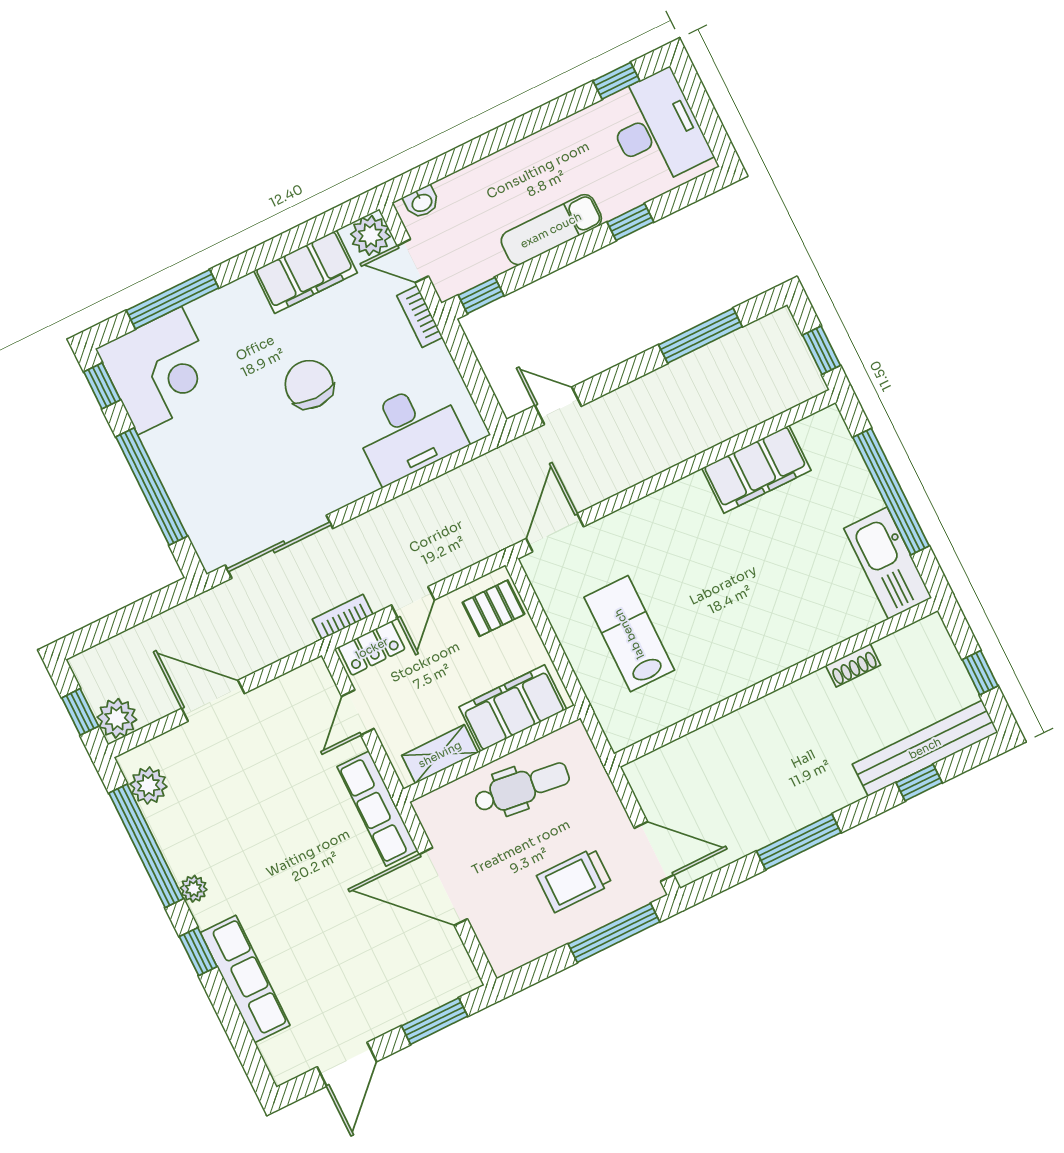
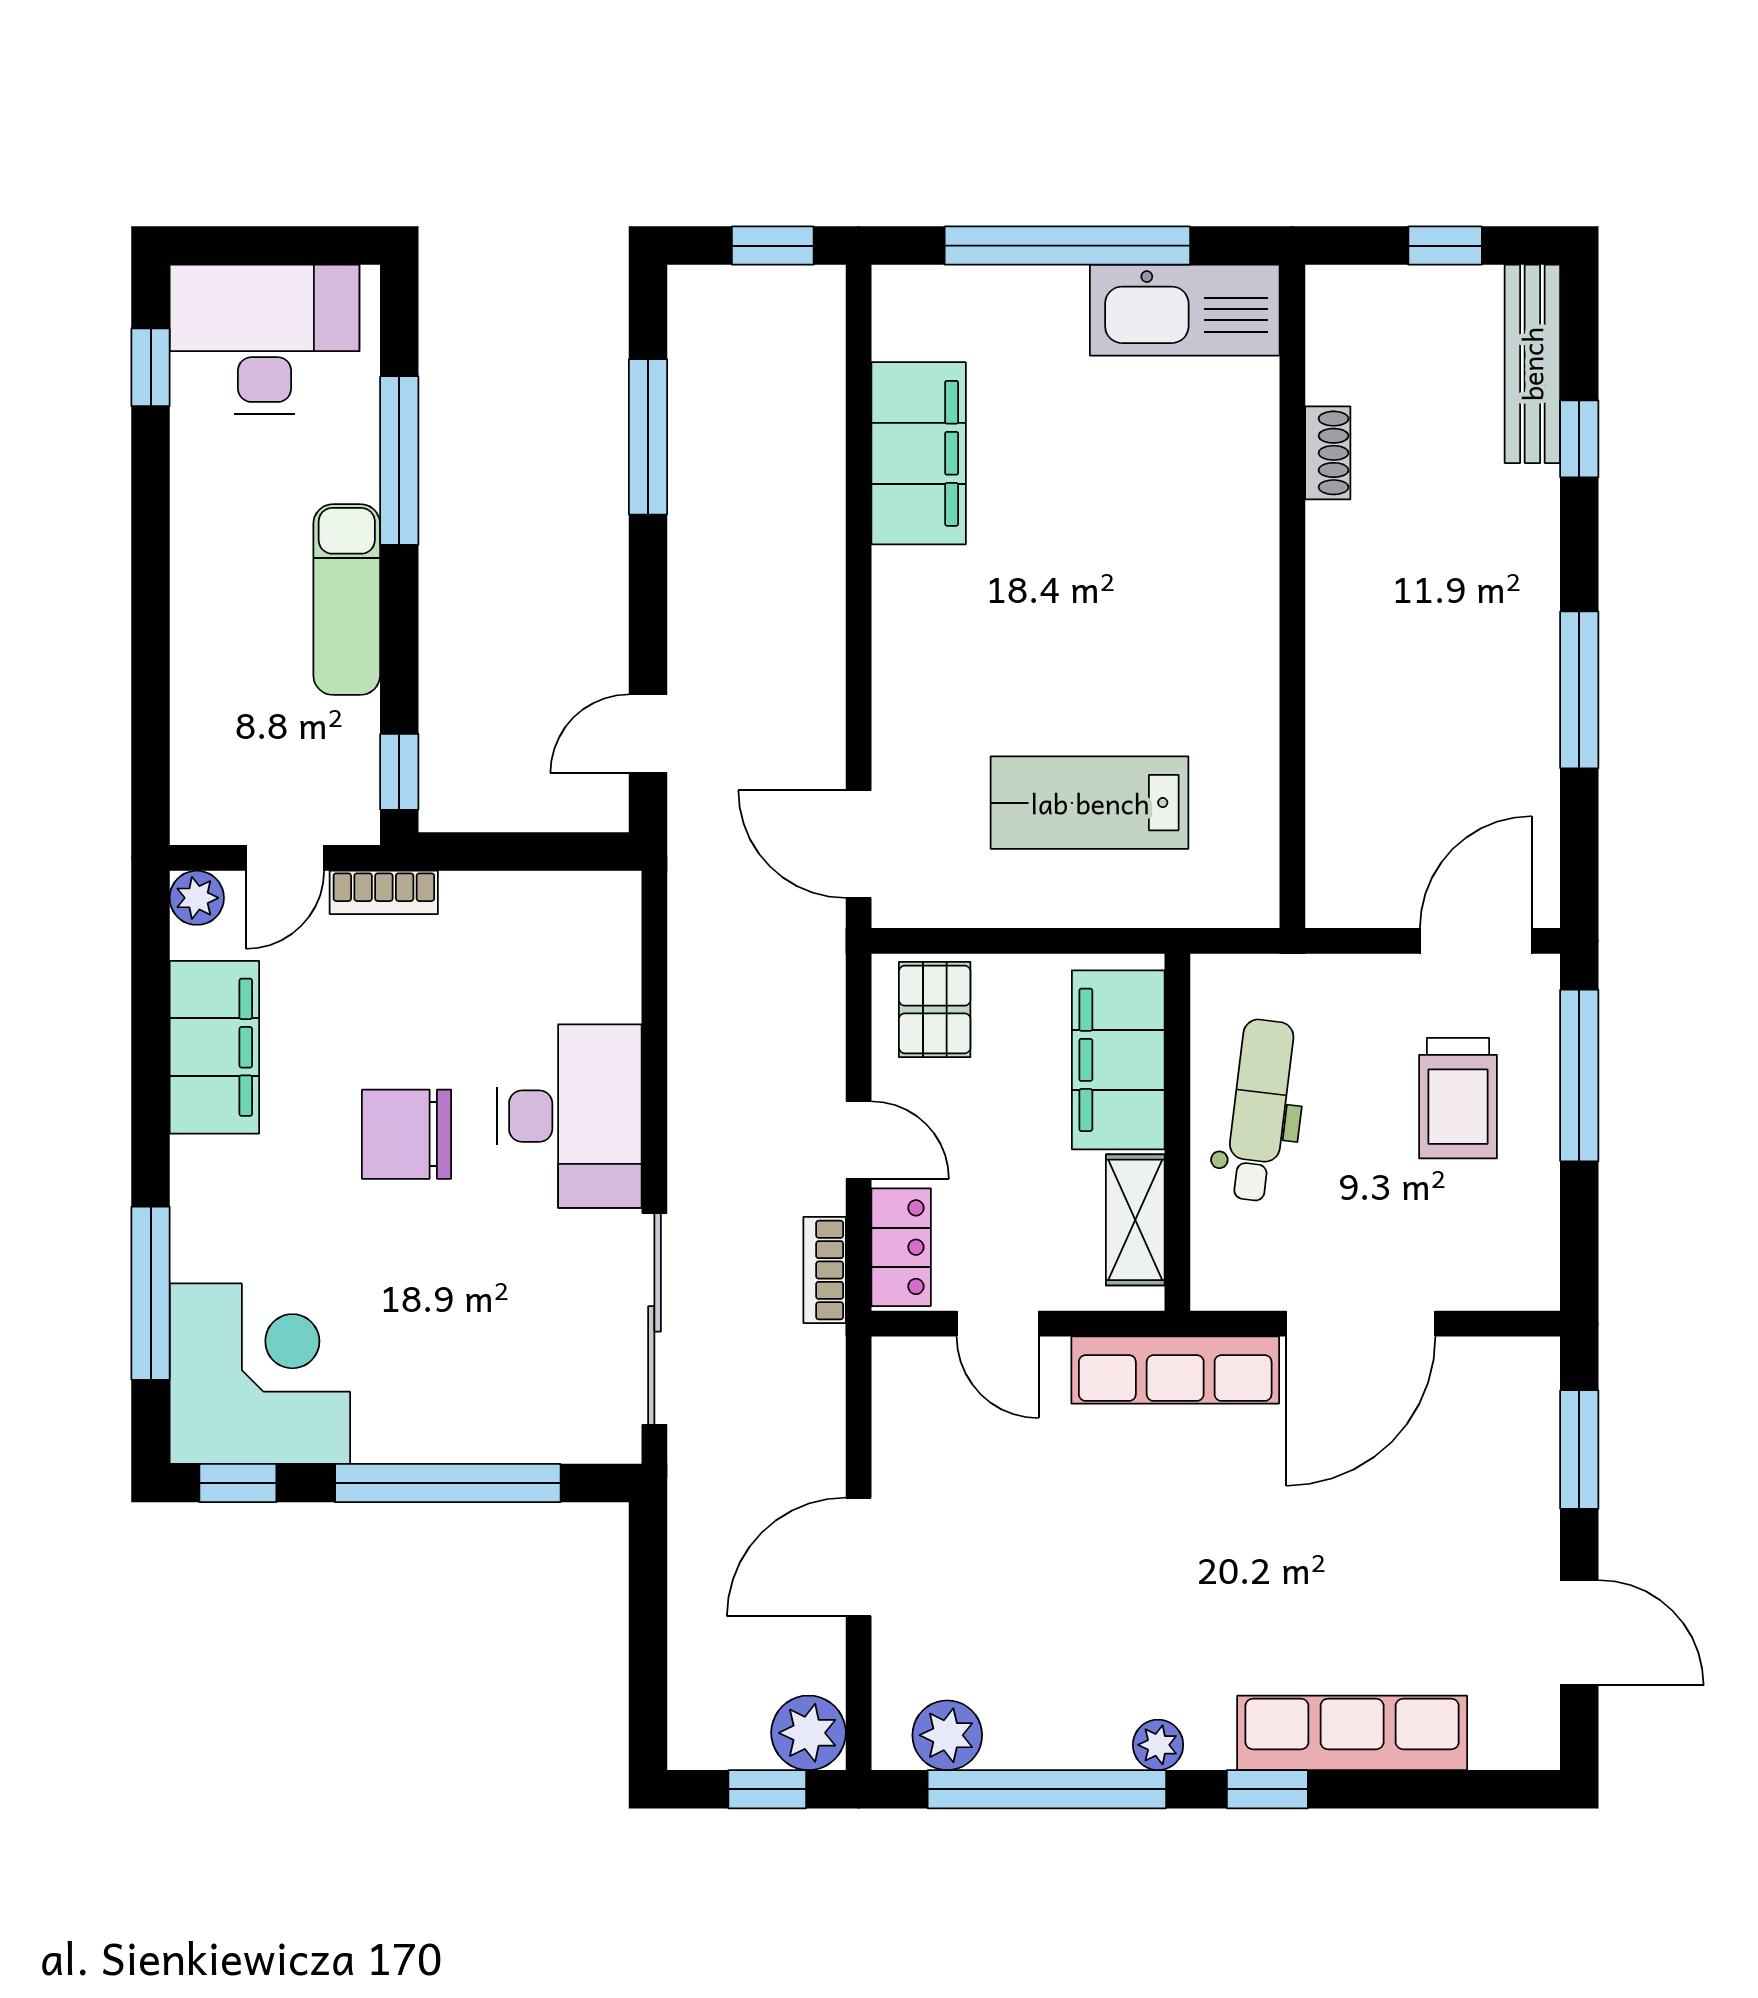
washbasin: (422, 202) -> (193, 795), removed
window: (630, 222) -> (399, 461), width x2.17
plant: (370, 235) -> (197, 898), width x0.73, depth x0.73
desk: (410, 432) -> (570, 1116), moved
bench: (925, 748) -> (1532, 364), width x0.73, depth x0.82

